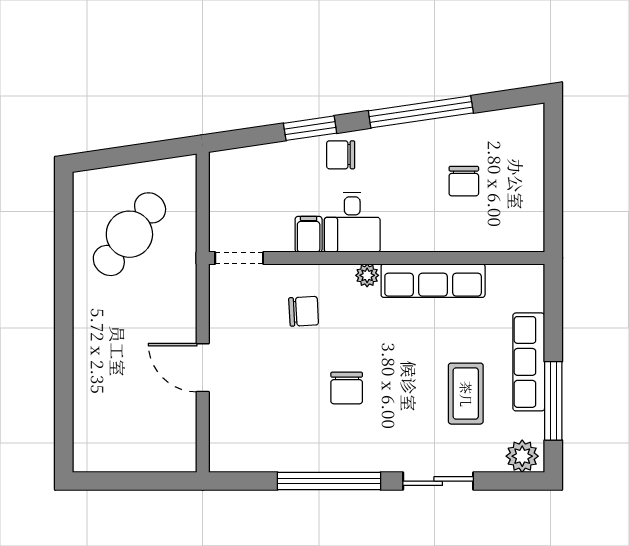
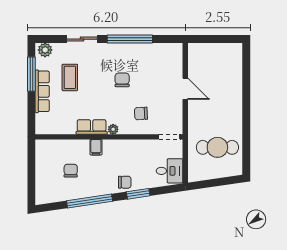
desk: (352, 222) -> (169, 171), moved, turned 90
cafe table: (129, 234) -> (217, 147), turned 52
filing cabinet: (309, 234) -> (96, 147), moved
row of seats: (433, 281) -> (92, 127), width x0.68

